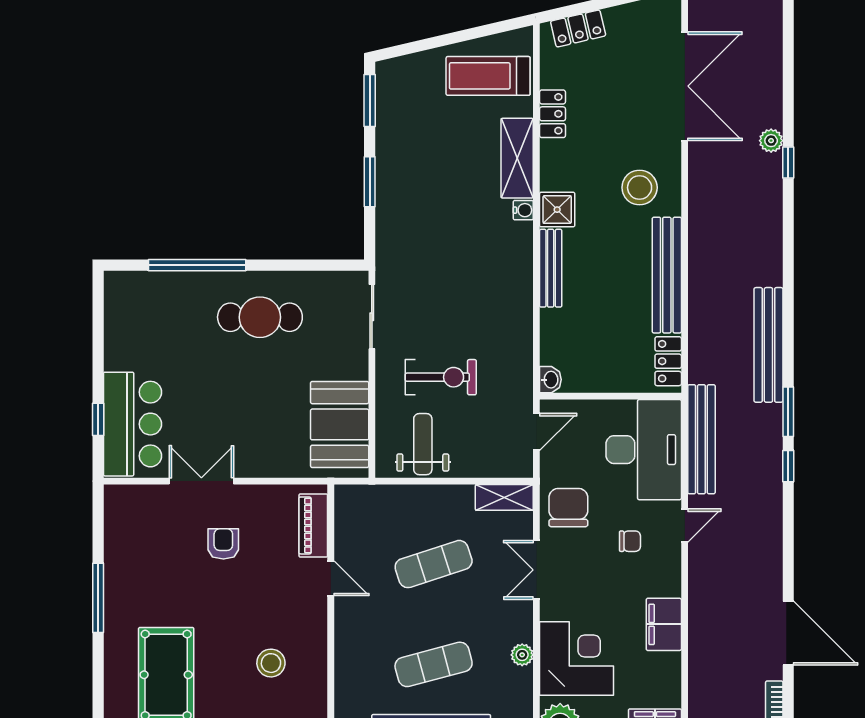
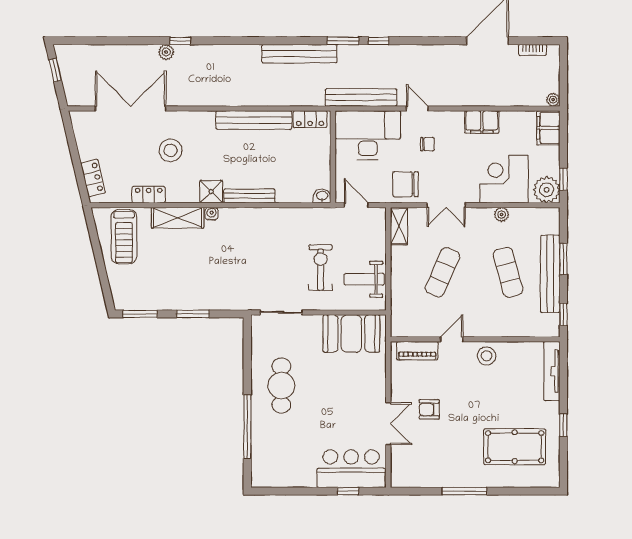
stool: (640, 188) -> (171, 150), moved
double door: (201, 481) -> (388, 424), swing flipped
chair: (630, 541) -> (428, 144), turned 90
exercise mat: (434, 564) -> (442, 272), turned 42
stool: (271, 663) -> (487, 356), moved

